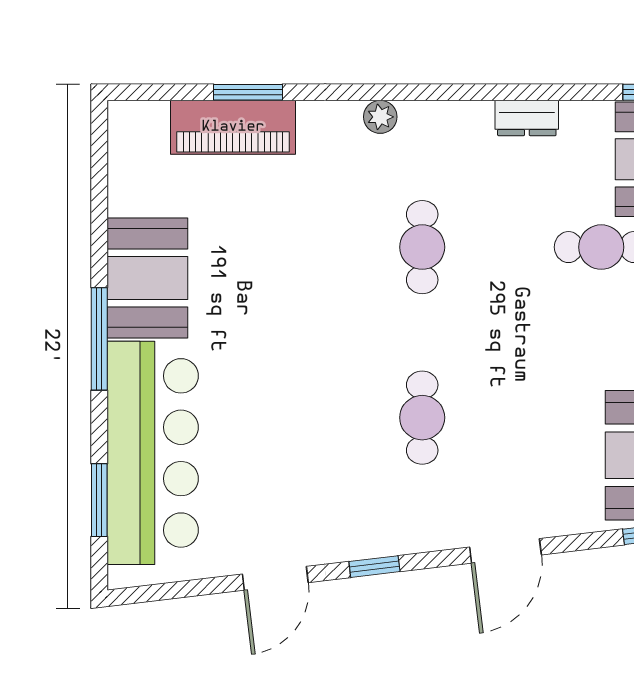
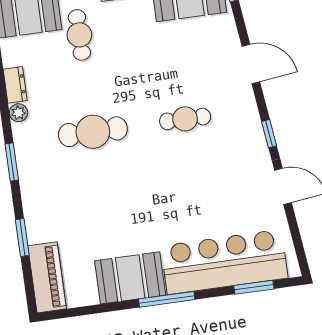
window: (388, 92) -> (12, 162), added
plant: (380, 117) -> (18, 113), moved
piano: (233, 127) -> (47, 277), moved
cafe table: (422, 247) -> (93, 132), width x1.37, depth x1.35

